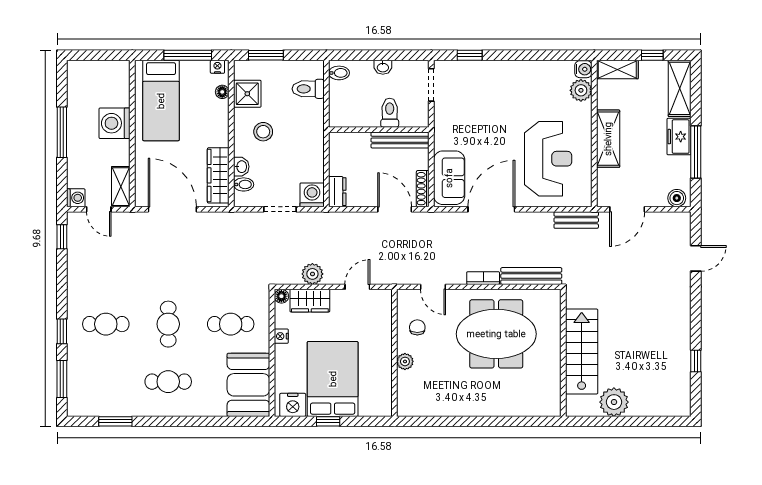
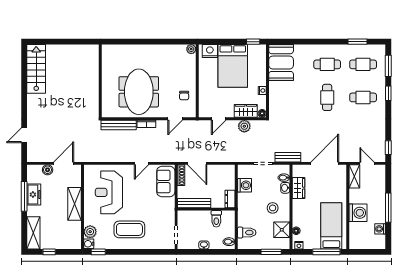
window: (188, 55) -> (326, 252), moved
window: (470, 55) -> (98, 252), moved
shelving: (617, 69) -> (69, 244), removed
coffee table: (513, 94) -> (129, 229), added
toilet: (390, 113) -> (216, 219), moved
freezer: (679, 137) -> (34, 194), moved
wardrobe: (218, 175) -> (298, 188), width x0.67
dresser: (337, 192) -> (230, 199), moved
washing machine: (312, 195) -> (245, 185), moved, turned -90
washing machine: (76, 198) -> (380, 229), moved
boiler: (677, 198) -> (48, 170), moved
door: (172, 209) -> (325, 163), swing flipped
door: (491, 209) -> (142, 163), width x0.53
bench: (576, 220) -> (288, 157), moved
door: (433, 287) -> (175, 119), swing flipped
cafe table: (231, 324) -> (363, 64), moved
meeting table: (496, 334) -> (139, 92), turned 90
stairs: (582, 352) -> (36, 69), moved, turned 180
plant: (405, 361) -> (191, 49), moved
window: (696, 361) -> (24, 76), removed
plant: (614, 402) -> (71, 53), removed
nightstand: (293, 405) -> (210, 51), moved
window: (328, 421) -> (253, 42), moved

